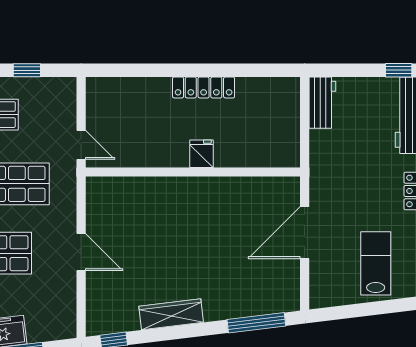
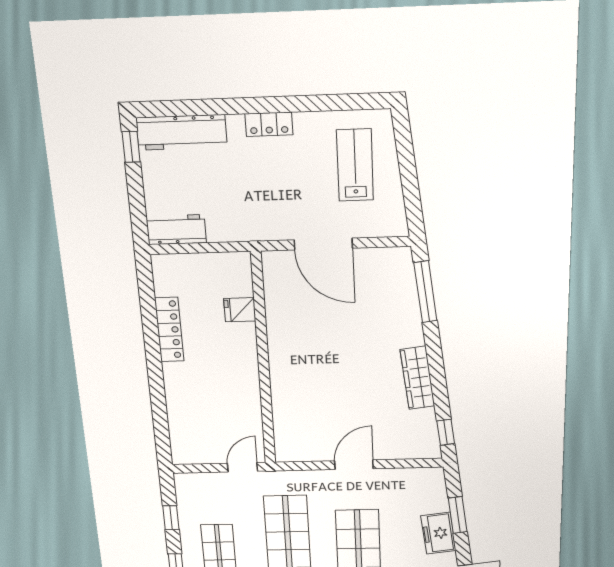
locker: (204, 87) -> (169, 330), moved
fridge: (201, 154) -> (240, 310), moved
lab bench: (376, 263) -> (355, 165), turned 90

